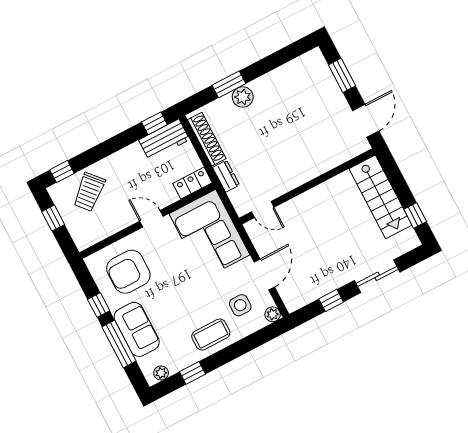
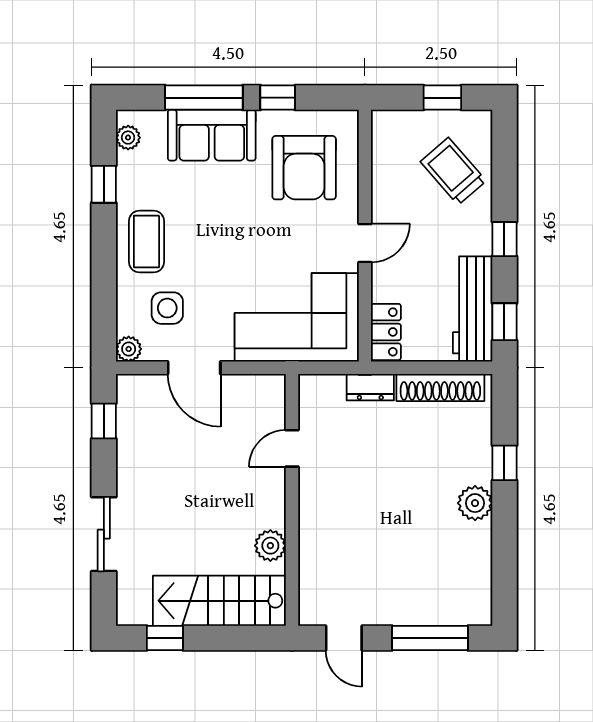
window: (342, 75) -> (430, 638), width x1.44
window: (229, 84) -> (504, 463), width x0.67
plant: (243, 97) -> (475, 503), moved
door: (366, 121) -> (344, 638), width x0.73
workbench: (164, 140) -> (473, 309), width x1.38
window: (62, 172) -> (504, 239), moved
plant: (337, 185) -> (270, 546), added
door: (263, 210) -> (292, 448), moved
armchair: (128, 272) -> (304, 168), turned 180
window: (331, 300) -> (104, 421), moved

